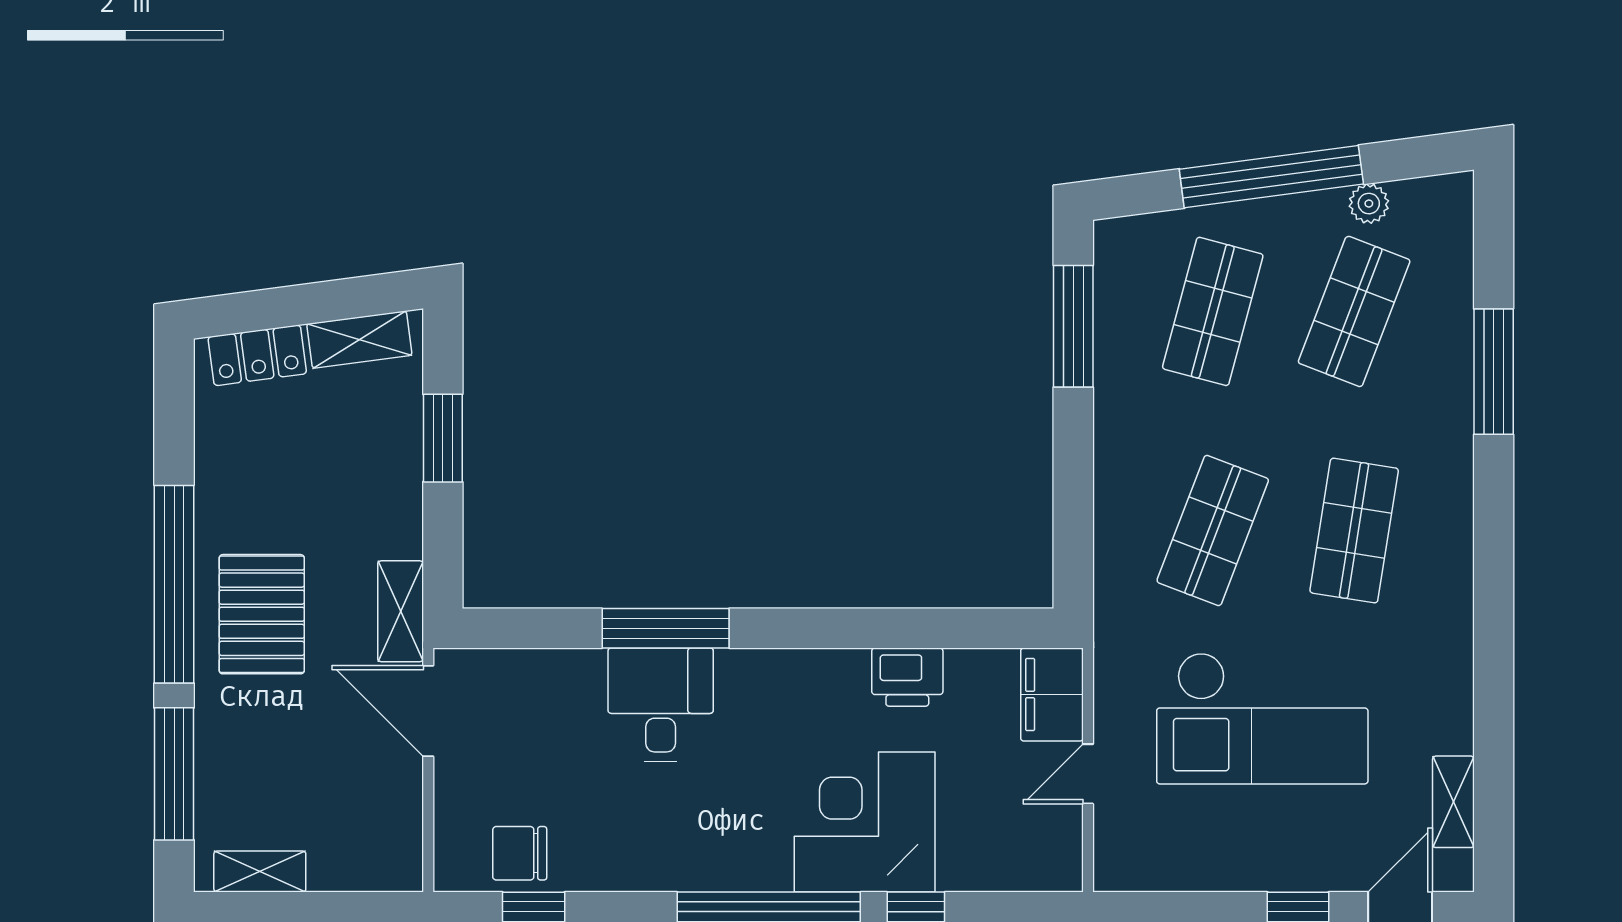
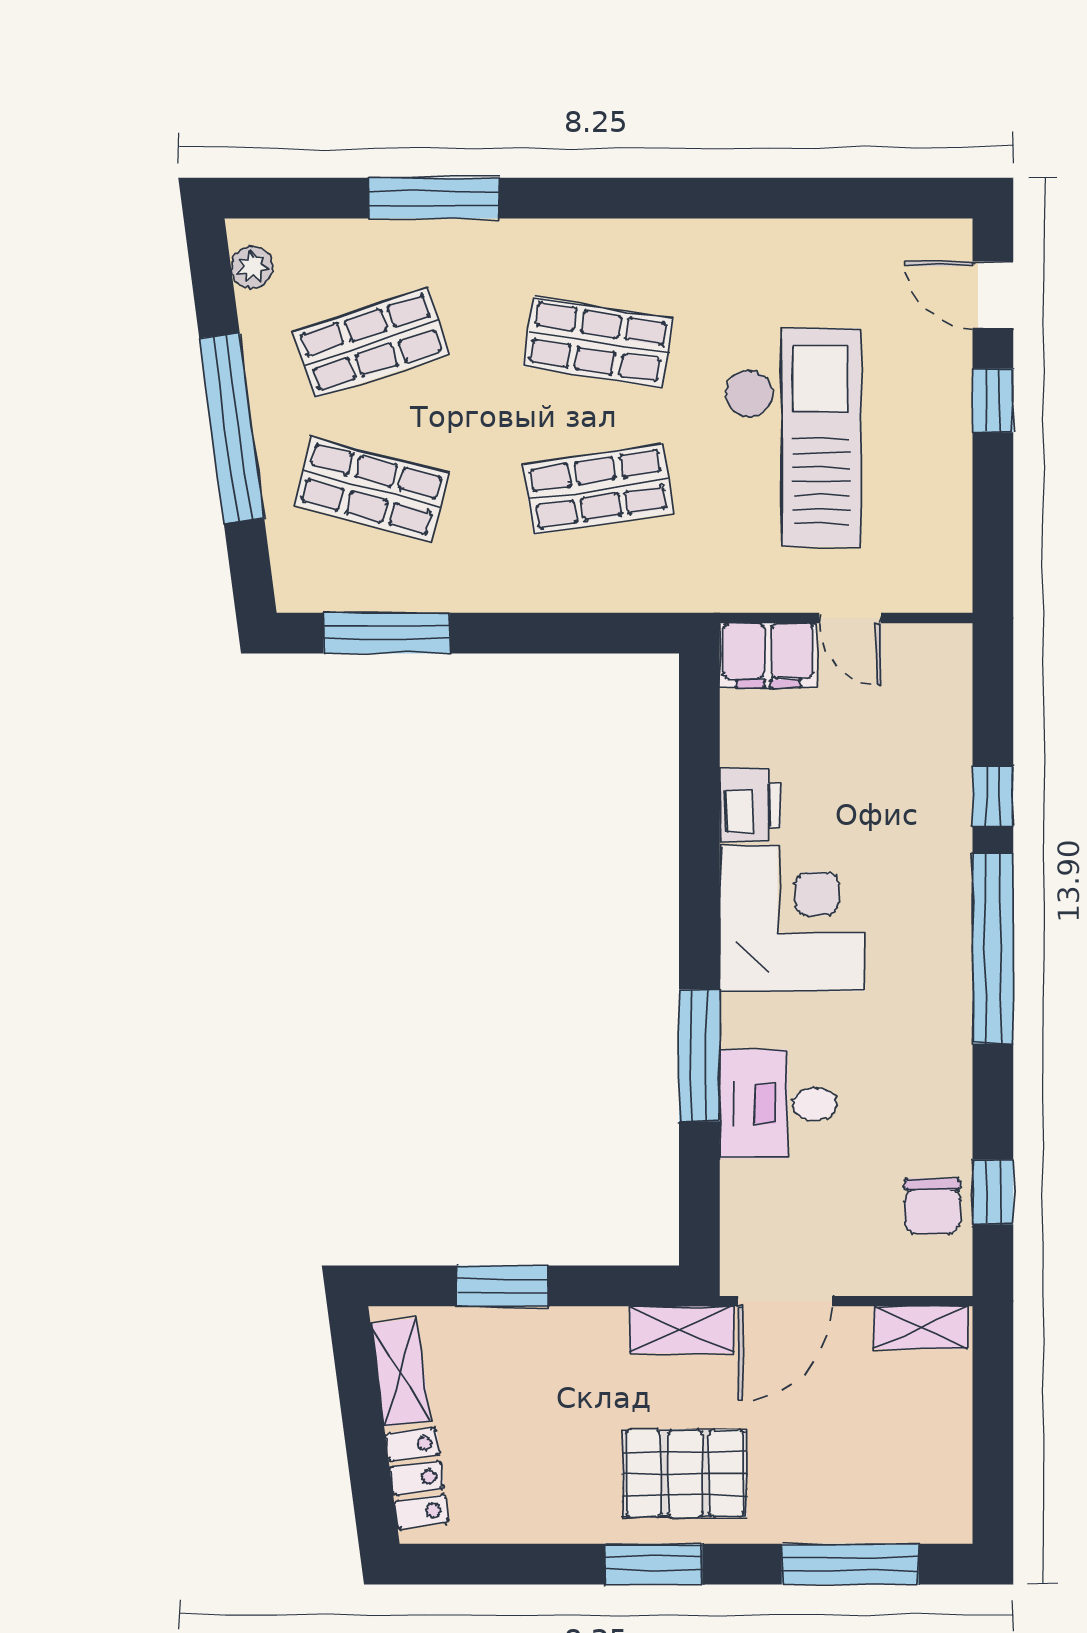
plant: (1369, 204) -> (252, 267), moved
shop shelf: (1354, 311) -> (371, 342), turned -39
shop shelf: (1213, 531) -> (598, 489), turned -30
window: (174, 584) -> (654, 1564), width x0.47
desk: (661, 704) -> (778, 1104), moved
shelving: (1453, 802) -> (879, 240), removed
corner desk: (865, 822) -> (792, 918), moved, turned 180
shelving: (260, 872) -> (921, 1328), moved, turned 90

